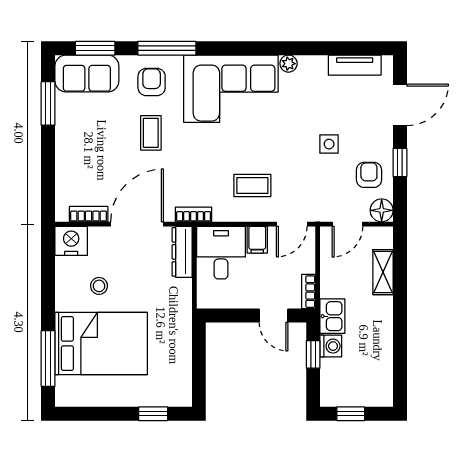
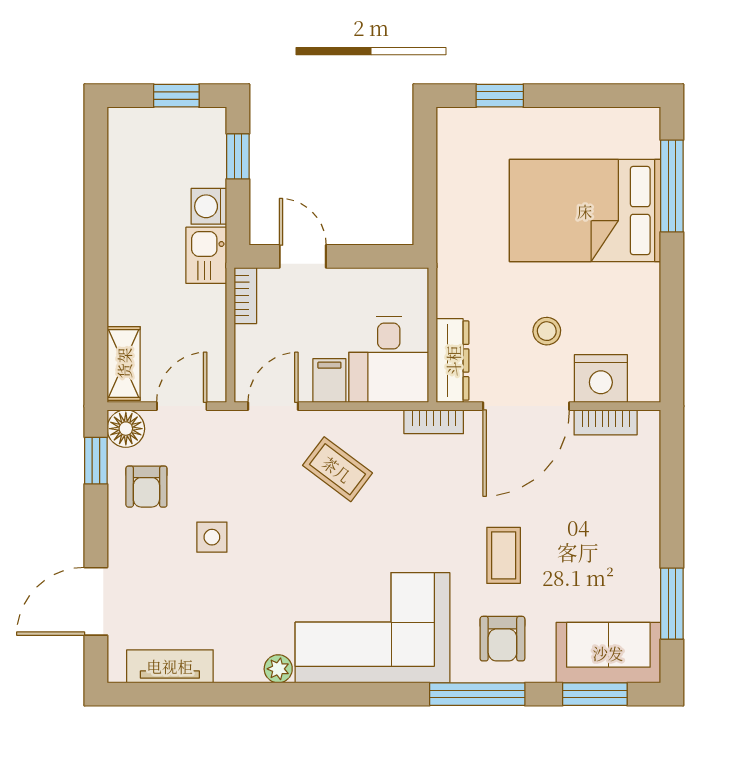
window: (400, 162) -> (96, 461), moved
coffee table: (252, 186) -> (337, 469), turned 37
nightstand: (71, 241) -> (601, 378), moved
shelving: (383, 272) -> (124, 363), moved
stool: (99, 286) -> (547, 331), moved
window: (313, 354) -> (238, 156), moved

